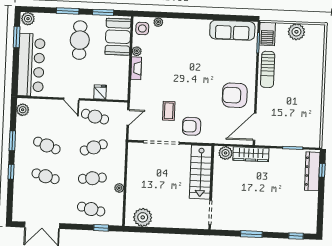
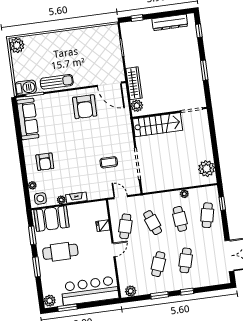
plant: (296, 32) -> (17, 45), moved
armchair: (192, 126) -> (45, 162), moved
dresser: (312, 171) -> (170, 22), moved

